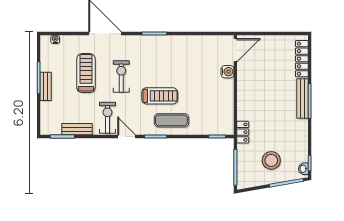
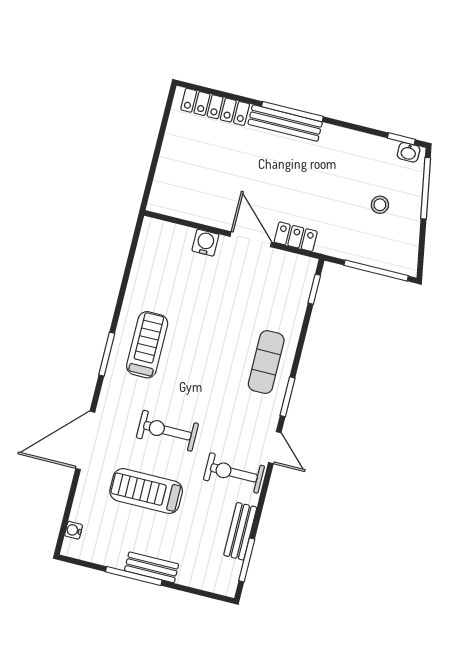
door: (235, 50) -> (251, 239), moved
treadmill: (160, 96) -> (147, 345), moved
locker: (243, 132) -> (296, 237), moved
door: (127, 136) -> (275, 448), swing flipped
stool: (271, 160) -> (380, 205), width x0.53, depth x0.53

